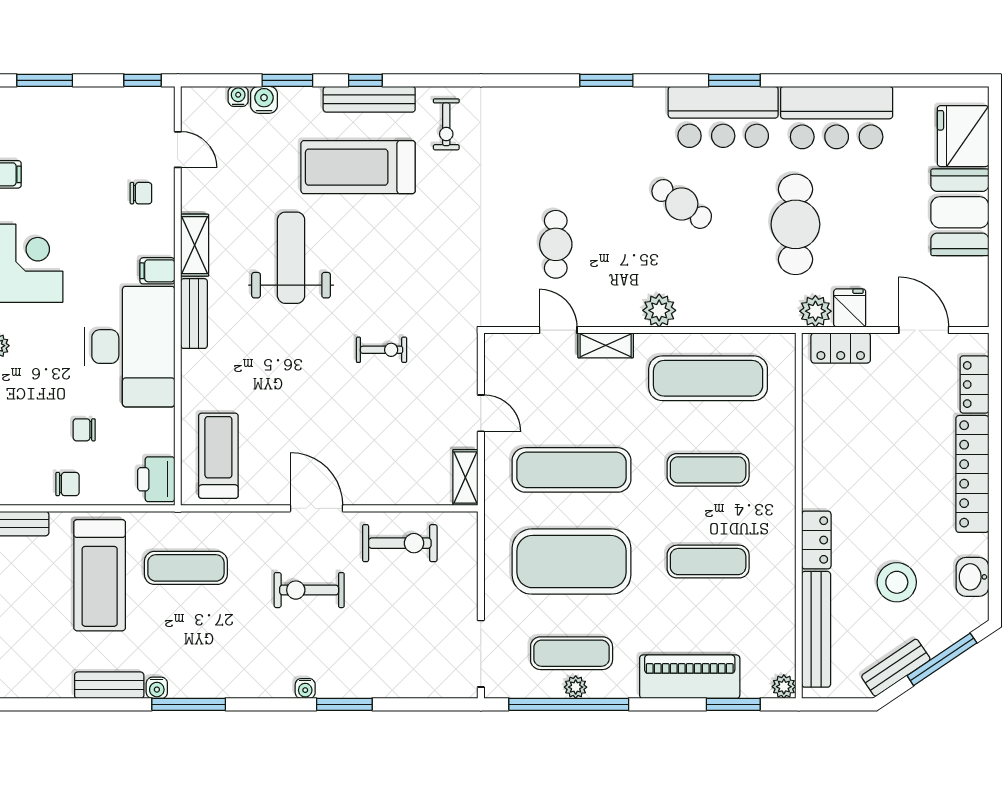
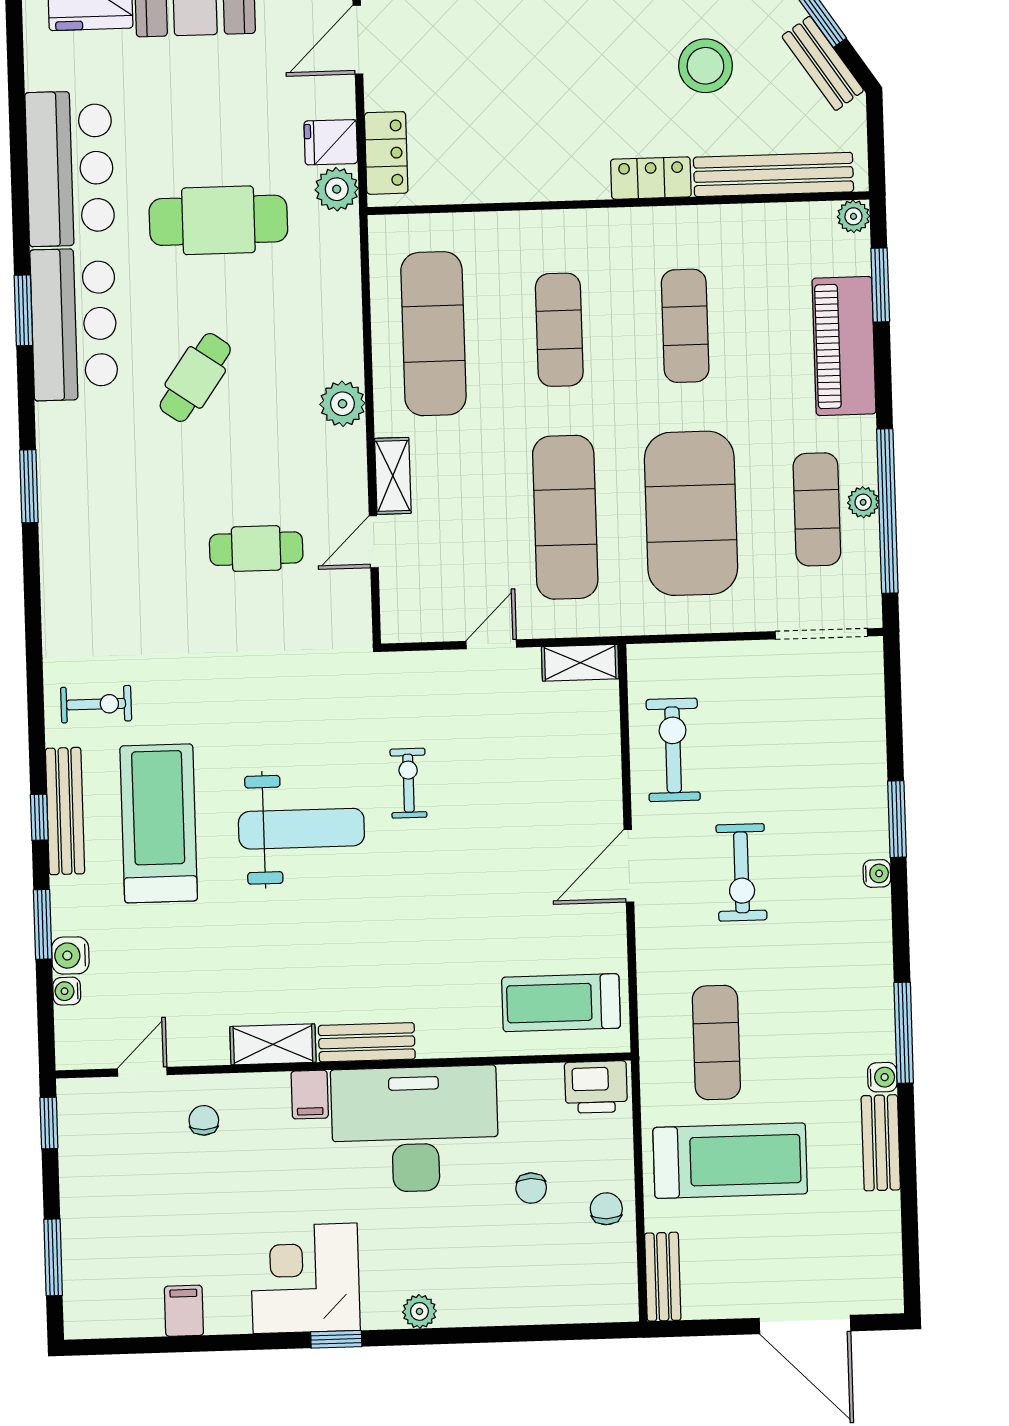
treadmill: (358, 167) -> (159, 823), turned 180
weight bench: (291, 258) -> (301, 829), moved, turned 180

